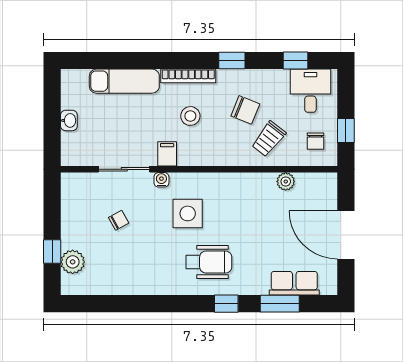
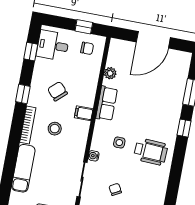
chair: (245, 110) -> (57, 91), turned -64
trolley: (269, 139) -> (80, 79), removed
filing cabinet: (167, 154) -> (84, 113), moved
side table: (188, 213) -> (119, 143), width x0.54, depth x0.54
wheelchair: (209, 262) -> (151, 152), moved, turned 93
row of seats: (294, 283) -> (107, 103), moved, turned 180

